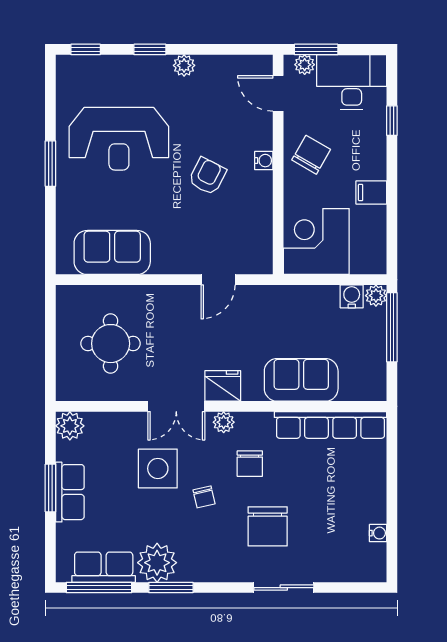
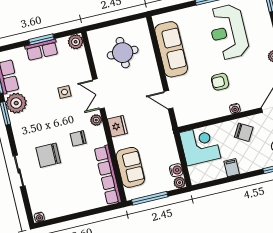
armchair: (207, 176) -> (220, 82), turned 153
sofa: (112, 252) -> (171, 49), width x1.36
window: (392, 327) -> (150, 198), moved
sofa: (301, 380) -> (130, 167), moved
fridge: (223, 386) -> (117, 126), moved
side table: (158, 468) -> (64, 92), width x0.54, depth x0.54
chair: (204, 497) -> (56, 119), removed
water cooler: (378, 533) -> (39, 217), moved

